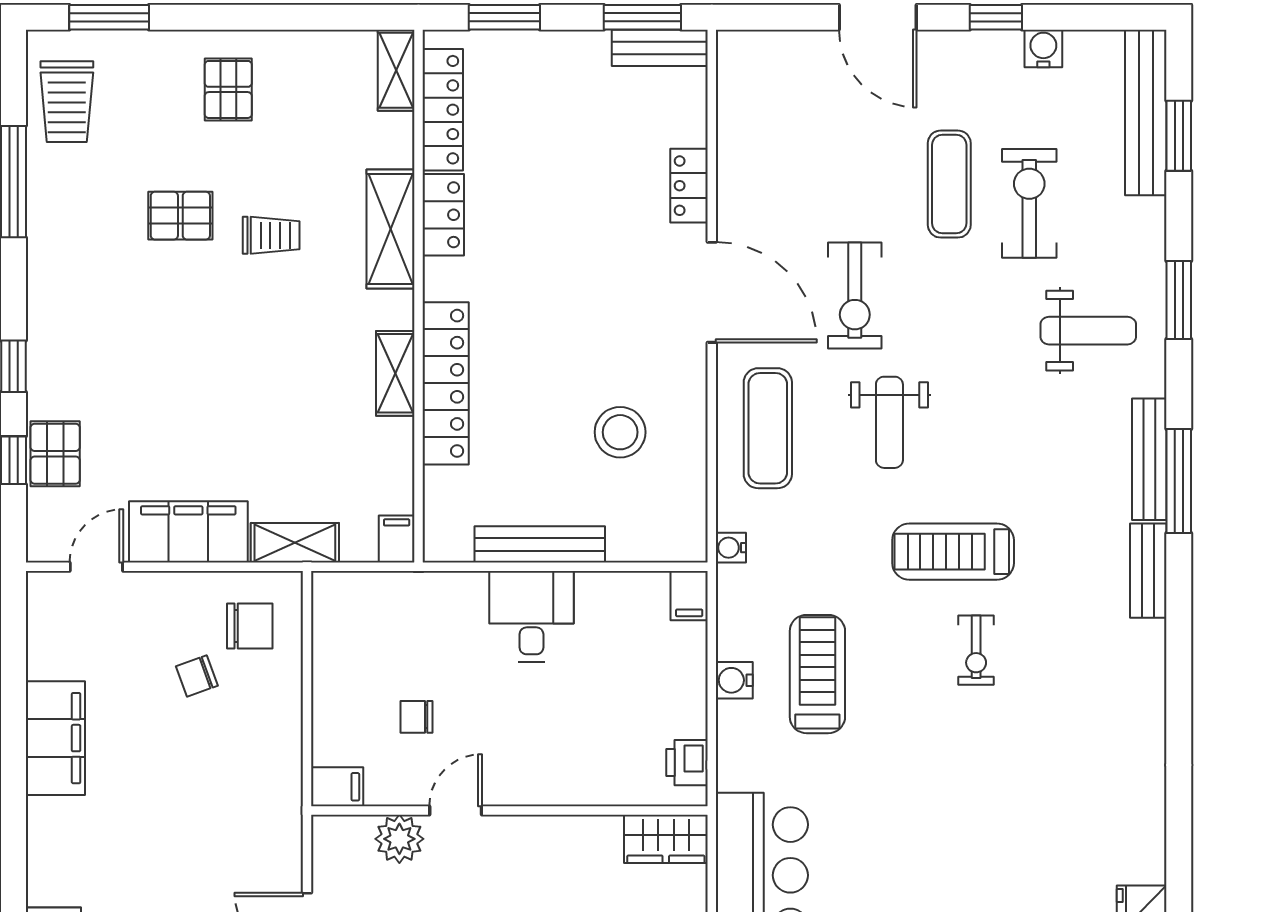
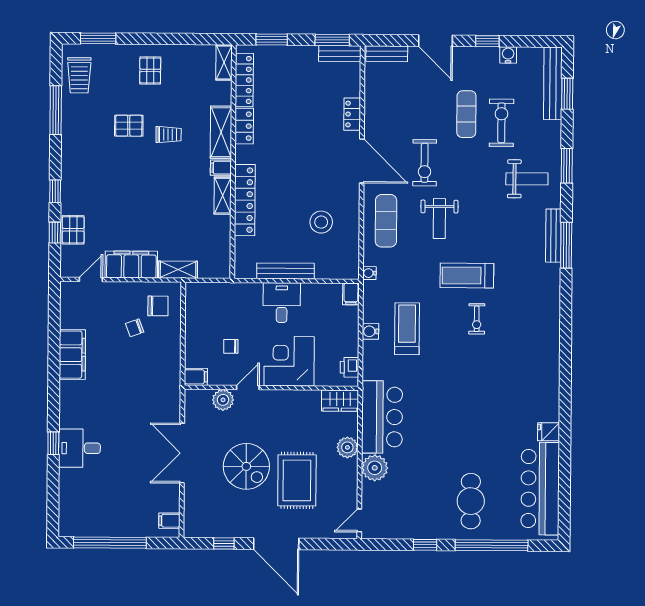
filing cabinet: (397, 539) -> (221, 168), moved, turned -90
bench: (1148, 571) -> (387, 54), moved, turned 90
corner desk: (549, 750) -> (289, 361), added

